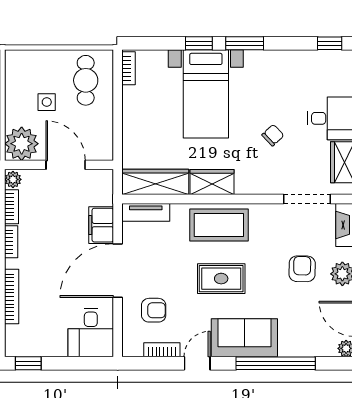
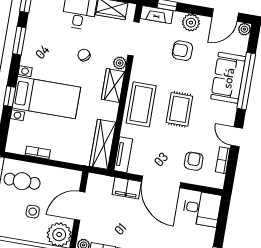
window: (245, 43) -> (19, 41), moved
bookcase: (129, 68) -> (38, 153), moved
wardrobe: (212, 182) -> (113, 85), moved
plant: (270, 186) -> (120, 63), added
sofa: (244, 338) -> (228, 78), moved

